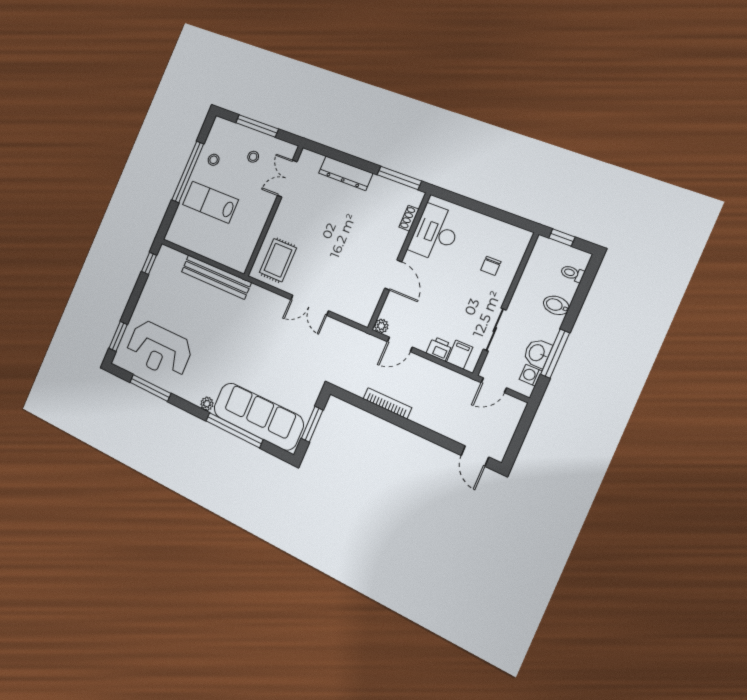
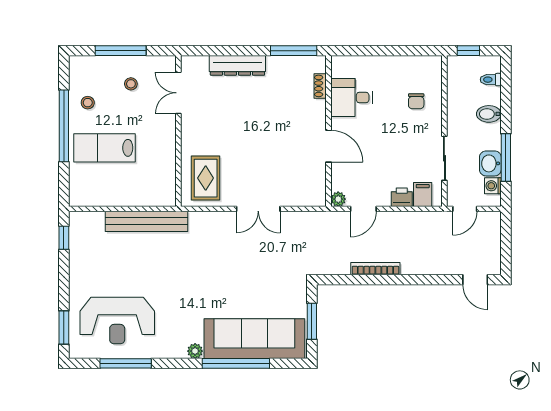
desk: (435, 233) -> (351, 98), width x0.73

